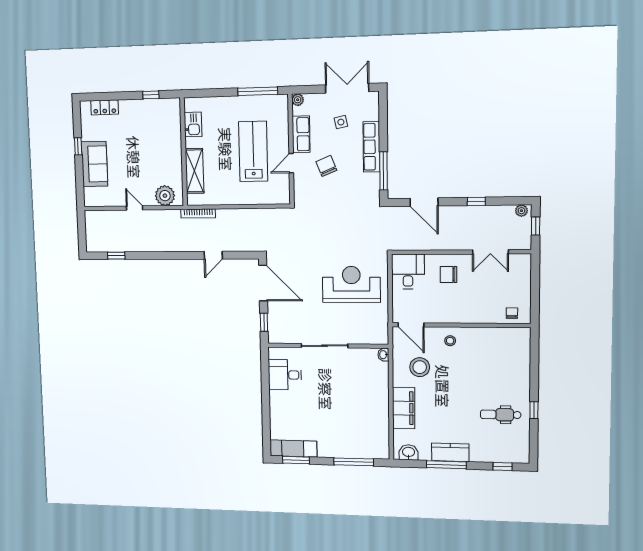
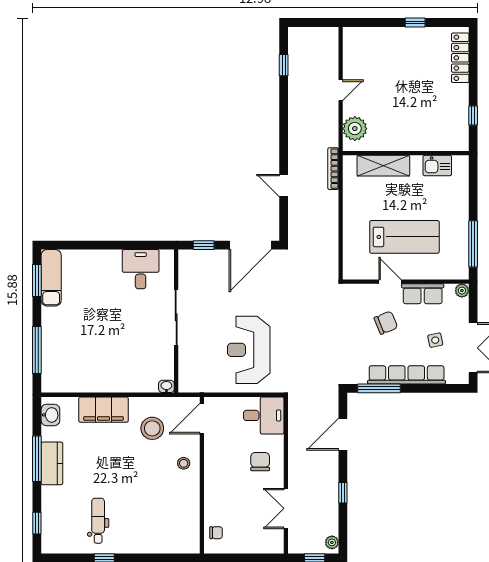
locker: (105, 107) -> (460, 58), width x1.53
row of seats: (371, 147) -> (407, 375), width x1.36
sofa: (95, 164) -> (394, 42), removed
reception desk: (351, 284) -> (249, 350), turned 180

